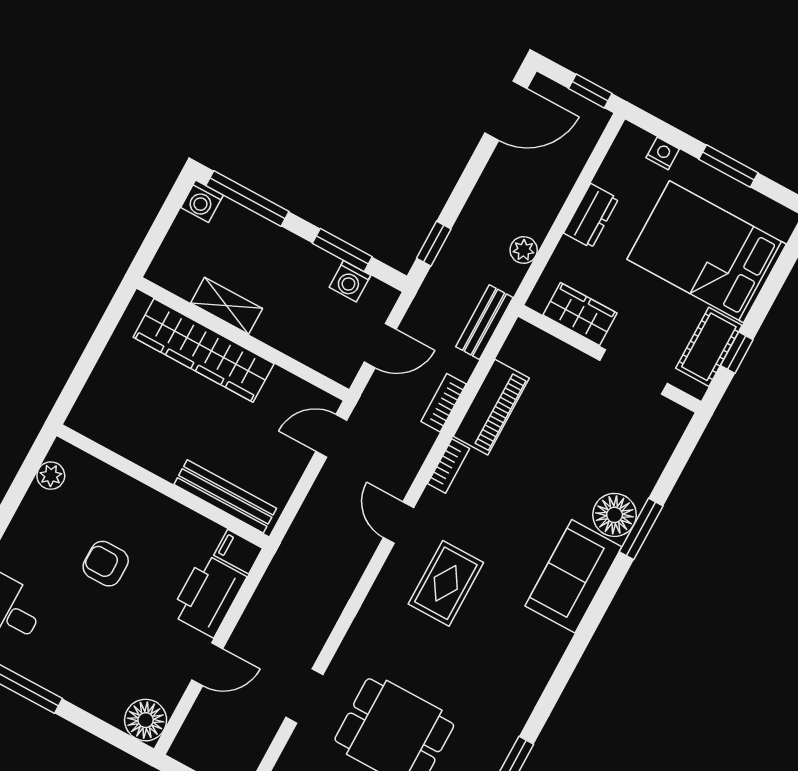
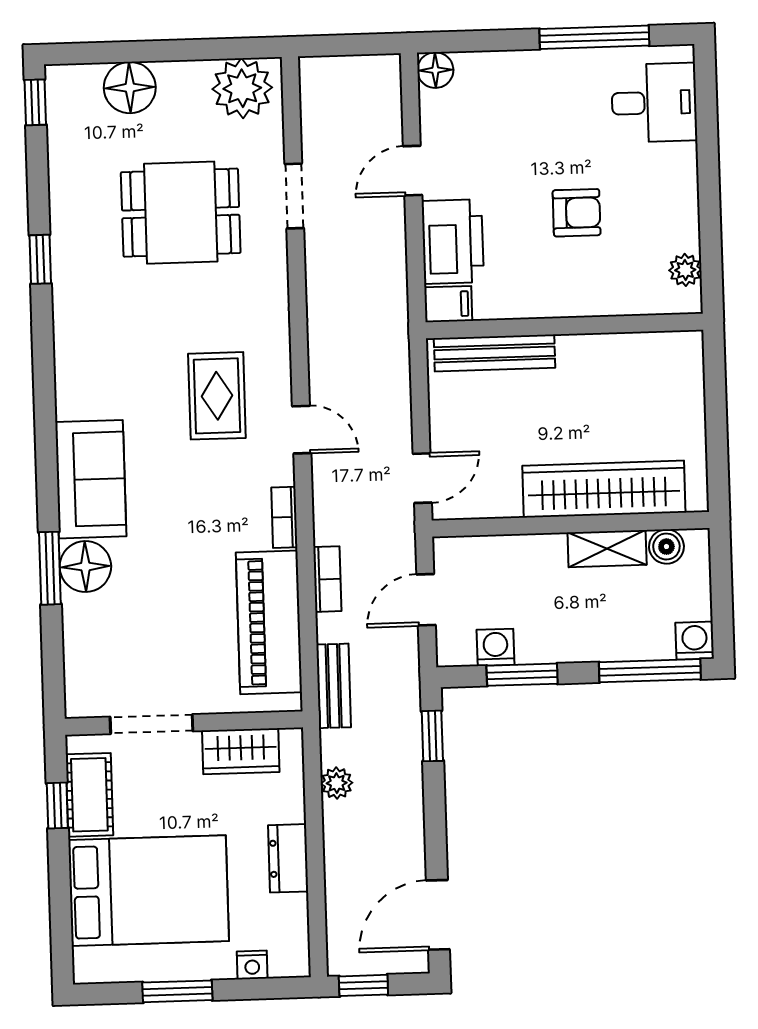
boiler: (182, 282) -> (666, 547), added
piano: (491, 407) -> (269, 622), width x1.37, depth x1.33
floor lamp: (146, 720) -> (435, 70), width x0.73, depth x0.73

